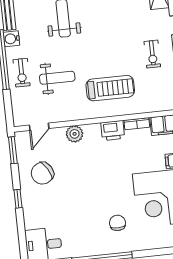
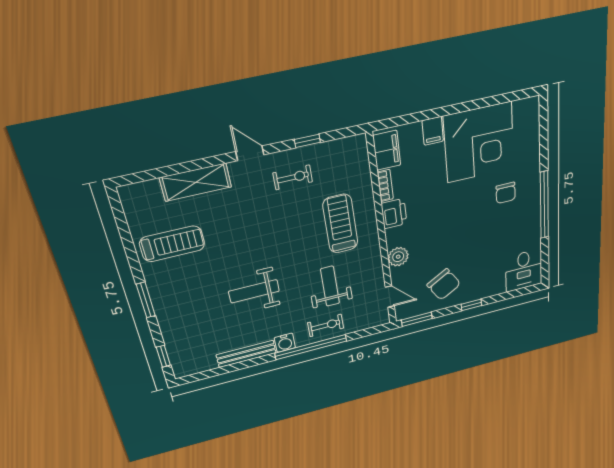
chair: (117, 223) -> (506, 193), turned -90

